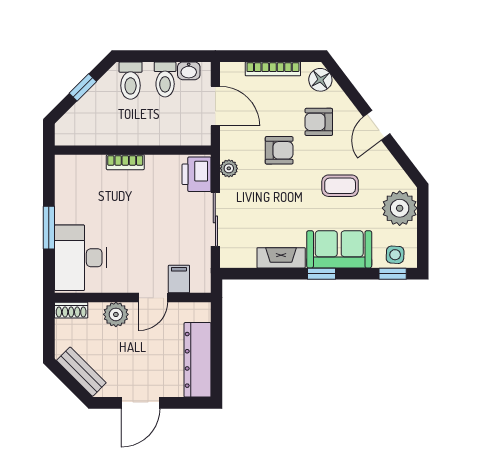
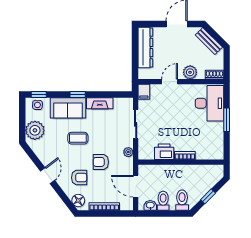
printer: (197, 174) -> (164, 152), moved, turned -90
coffee table: (340, 186) -> (78, 138), moved
filing cabinet: (179, 279) -> (144, 92), moved

